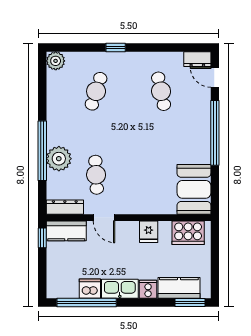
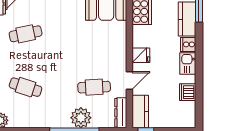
fridge: (149, 232) -> (141, 55), moved
kitchen sink: (120, 289) -> (188, 64), width x0.73
window: (87, 302) -> (199, 95), removed

